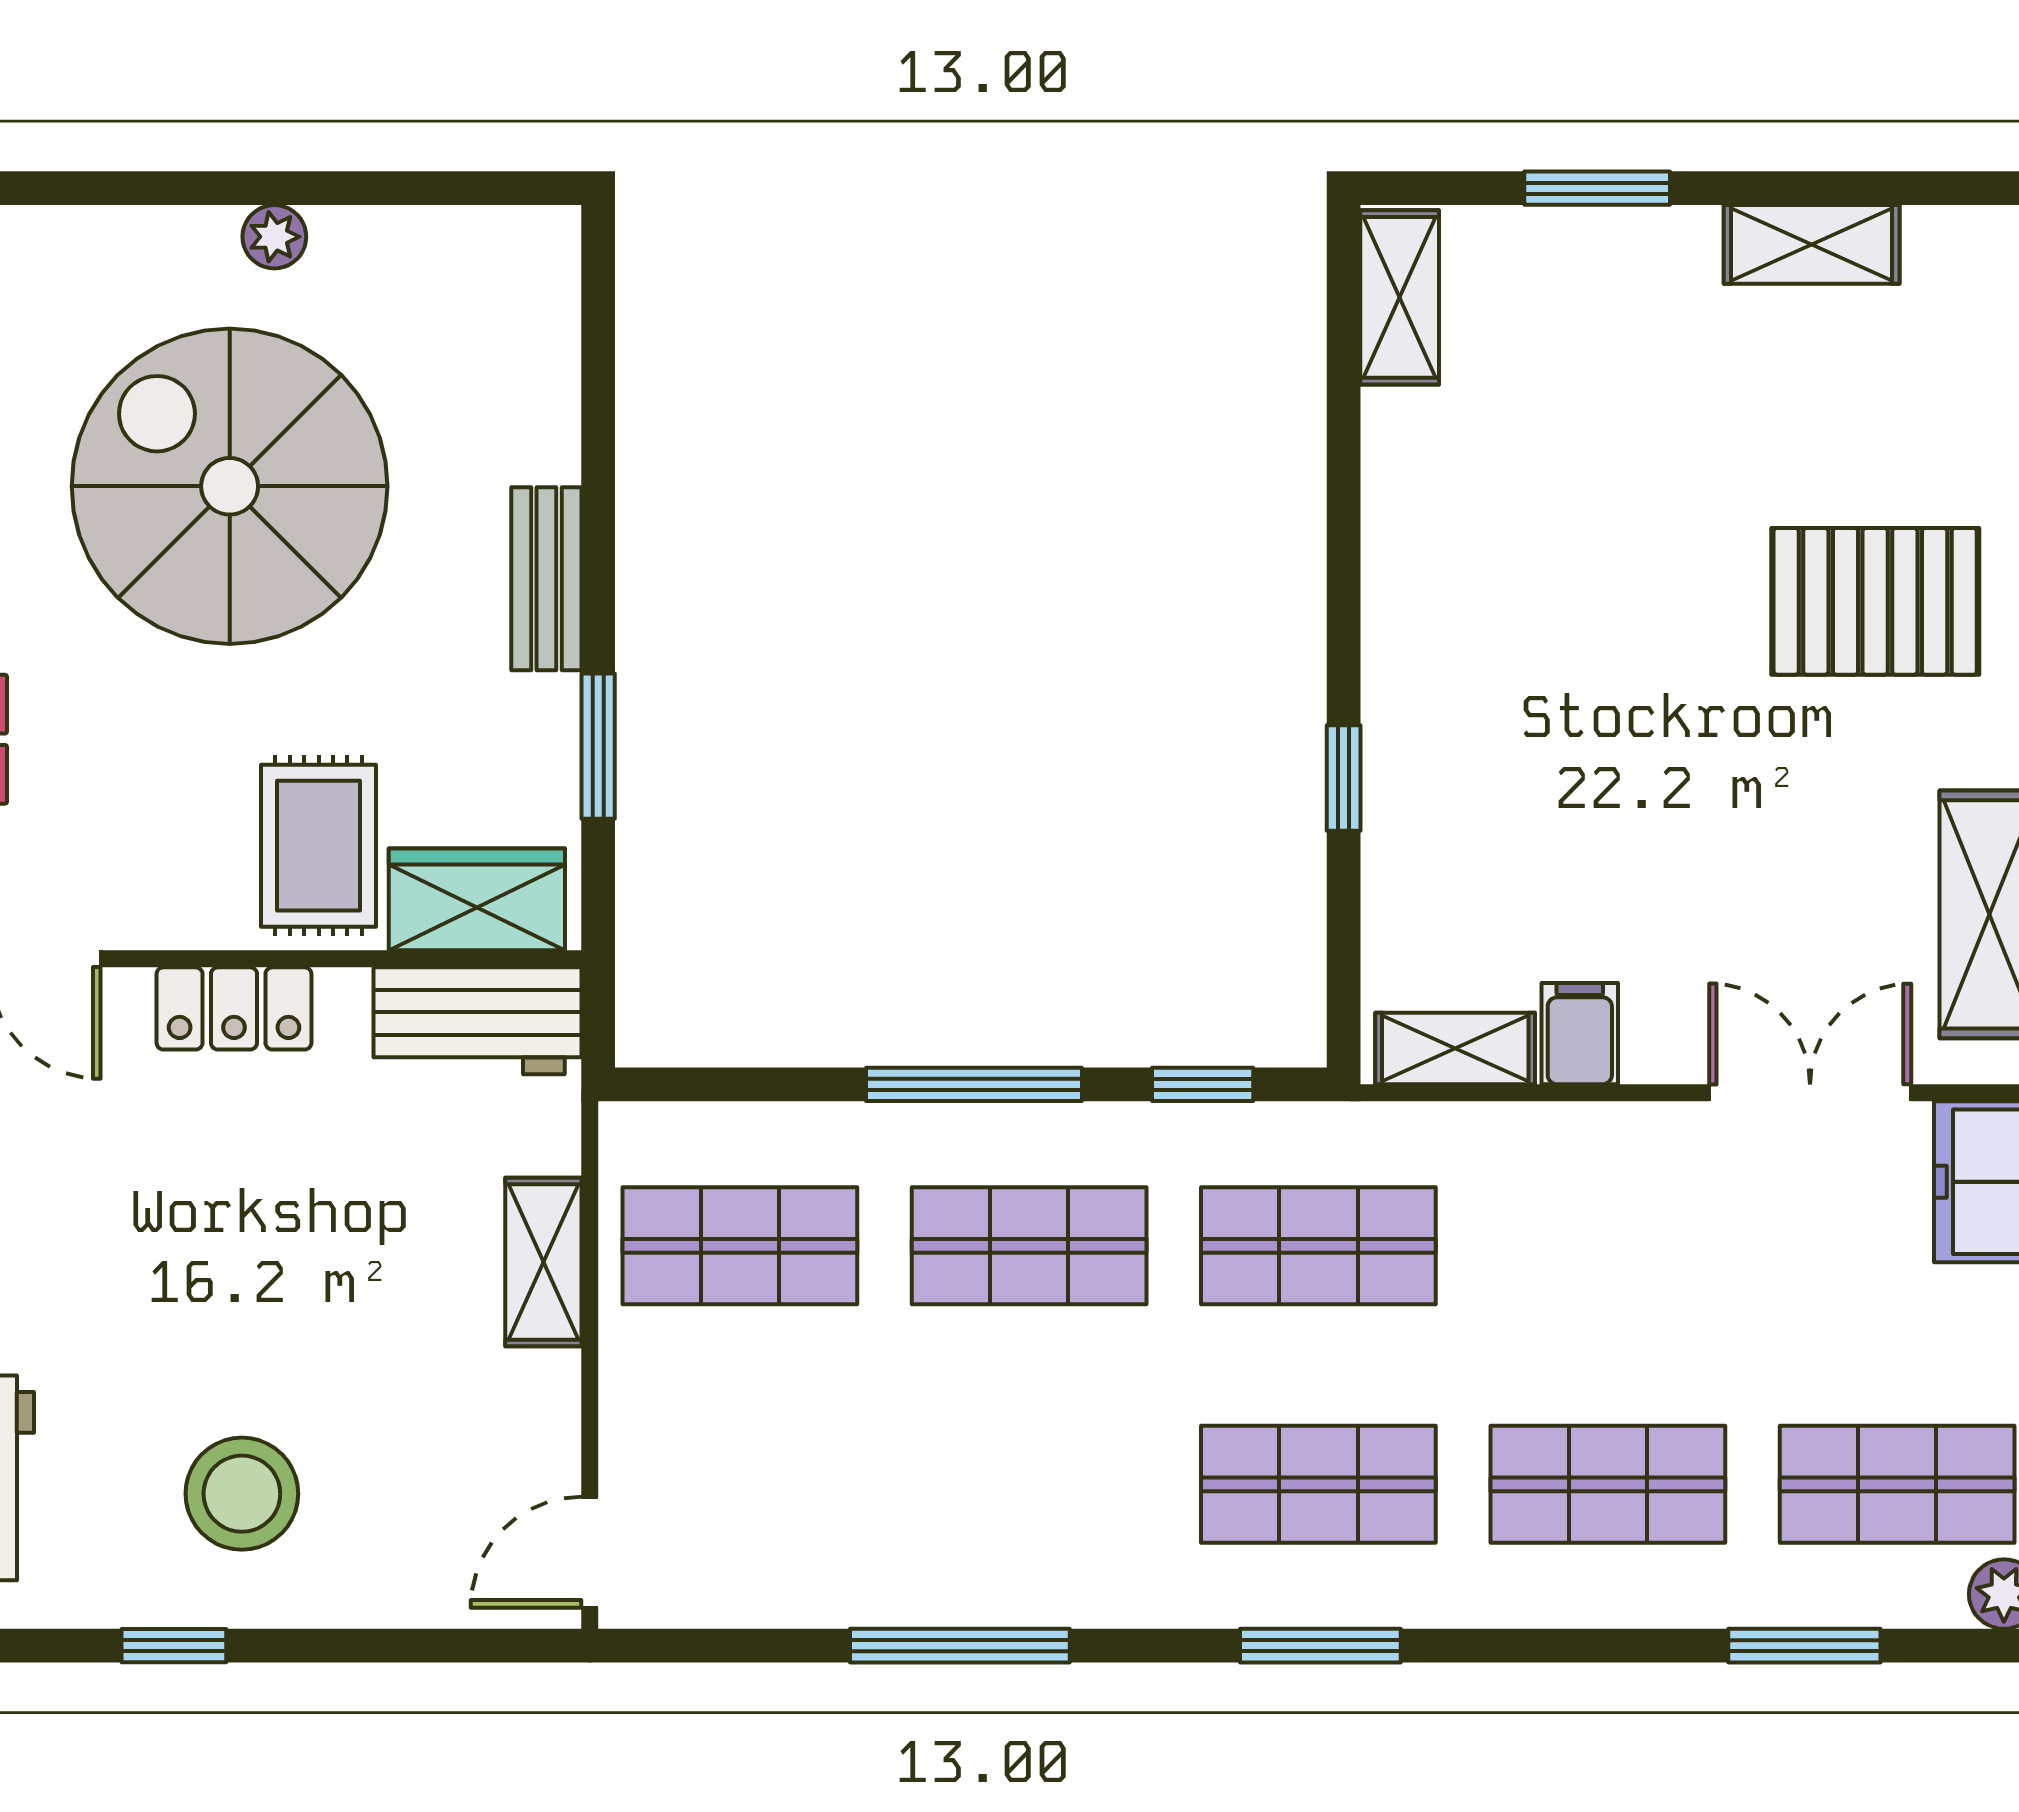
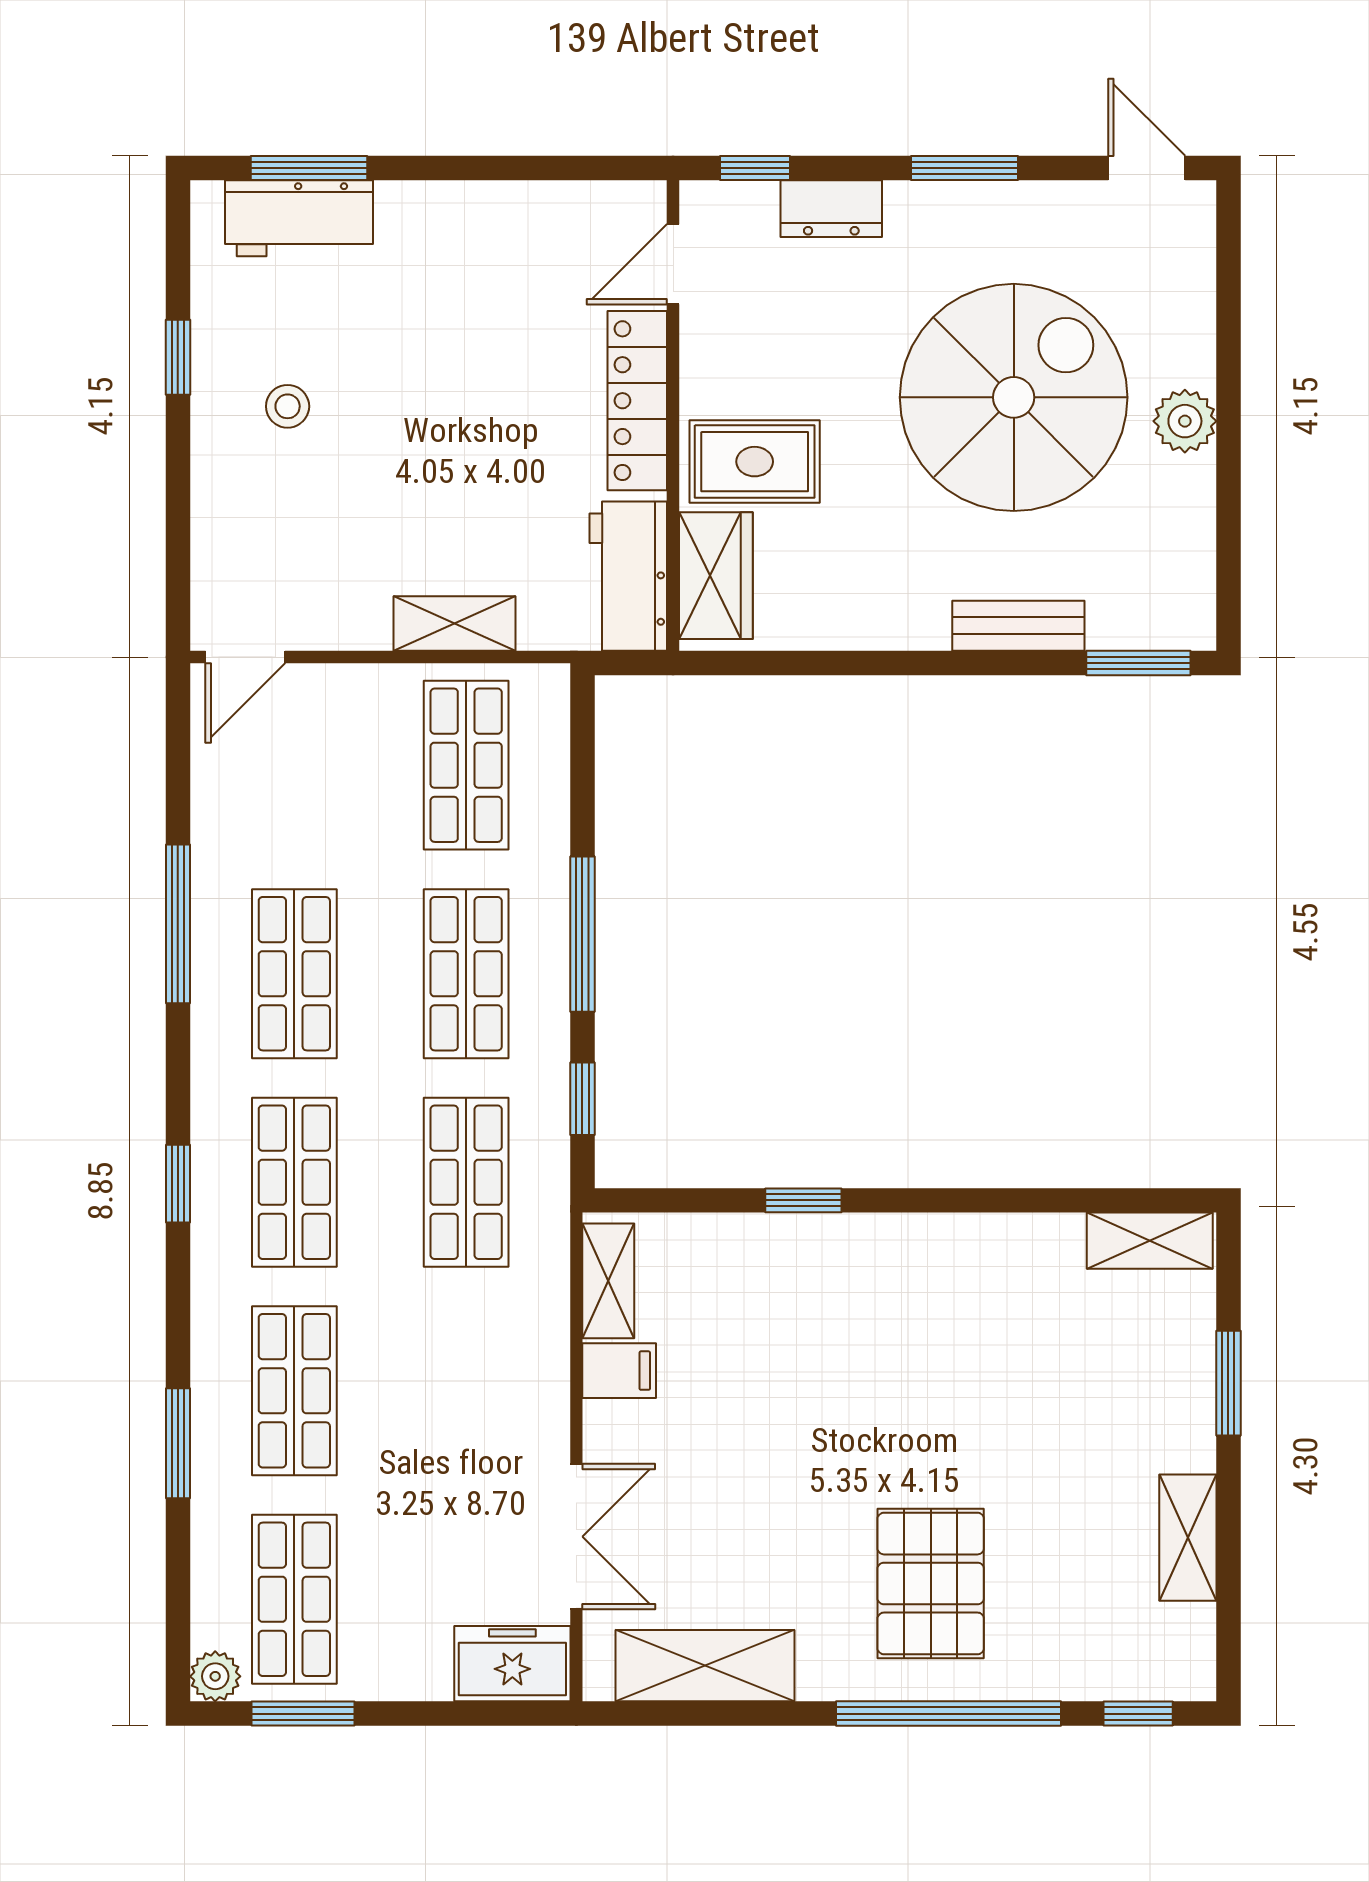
plant: (274, 237) -> (1185, 421), width x1.38, depth x1.38
bench: (546, 579) -> (1018, 626), moved
window: (598, 746) -> (1138, 663), moved
locker: (234, 1008) -> (637, 401), width x1.53
shop shelf: (1029, 1484) -> (294, 974), added
stool: (242, 1494) -> (288, 406), width x0.53, depth x0.53
door: (590, 1552) -> (245, 657), swing flipped
window: (1320, 1646) -> (178, 1184), width x0.67
window: (1804, 1646) -> (178, 1443), moved

